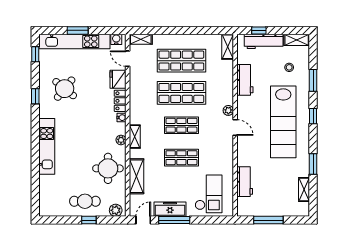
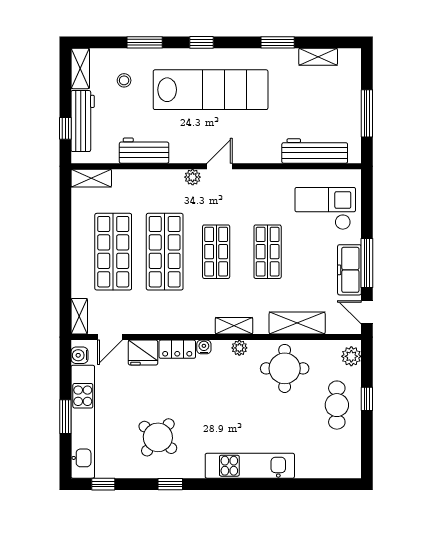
workbench: (245, 182) -> (315, 151), width x1.38

